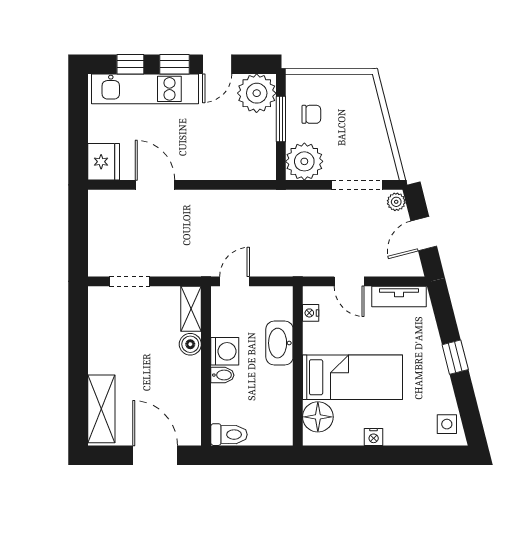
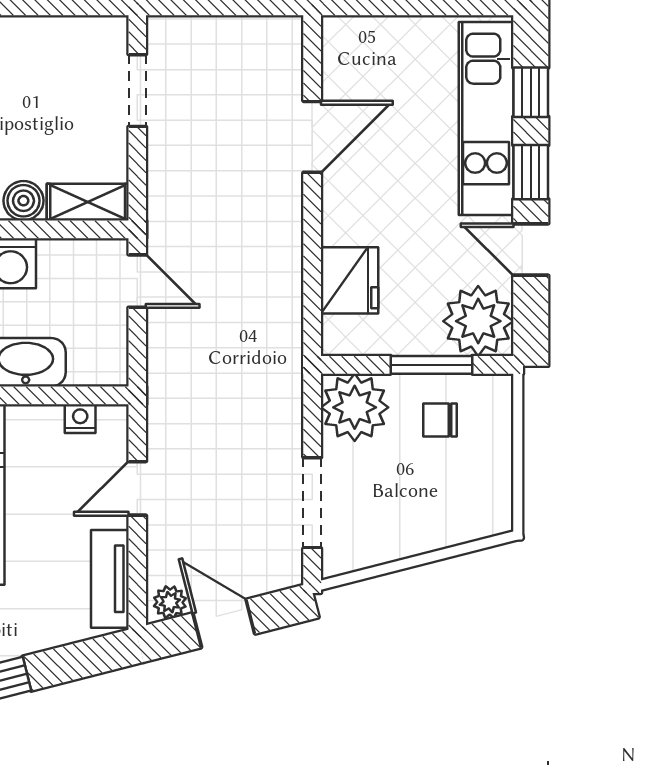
chair: (311, 114) -> (440, 420), turned 90
fridge: (104, 162) -> (350, 280), moved, turned -90
plant: (396, 202) -> (170, 602), moved

